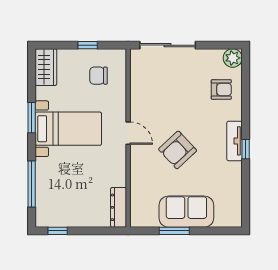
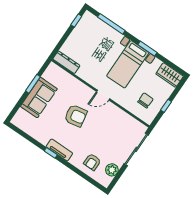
plant: (233, 58) -> (112, 170), moved
armchair: (178, 150) -> (76, 116), turned 122

